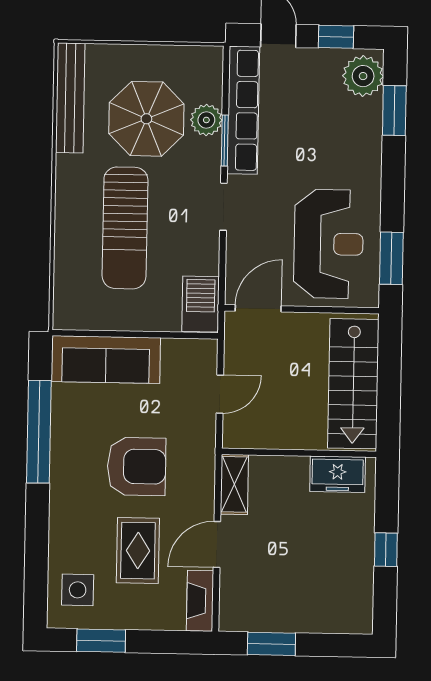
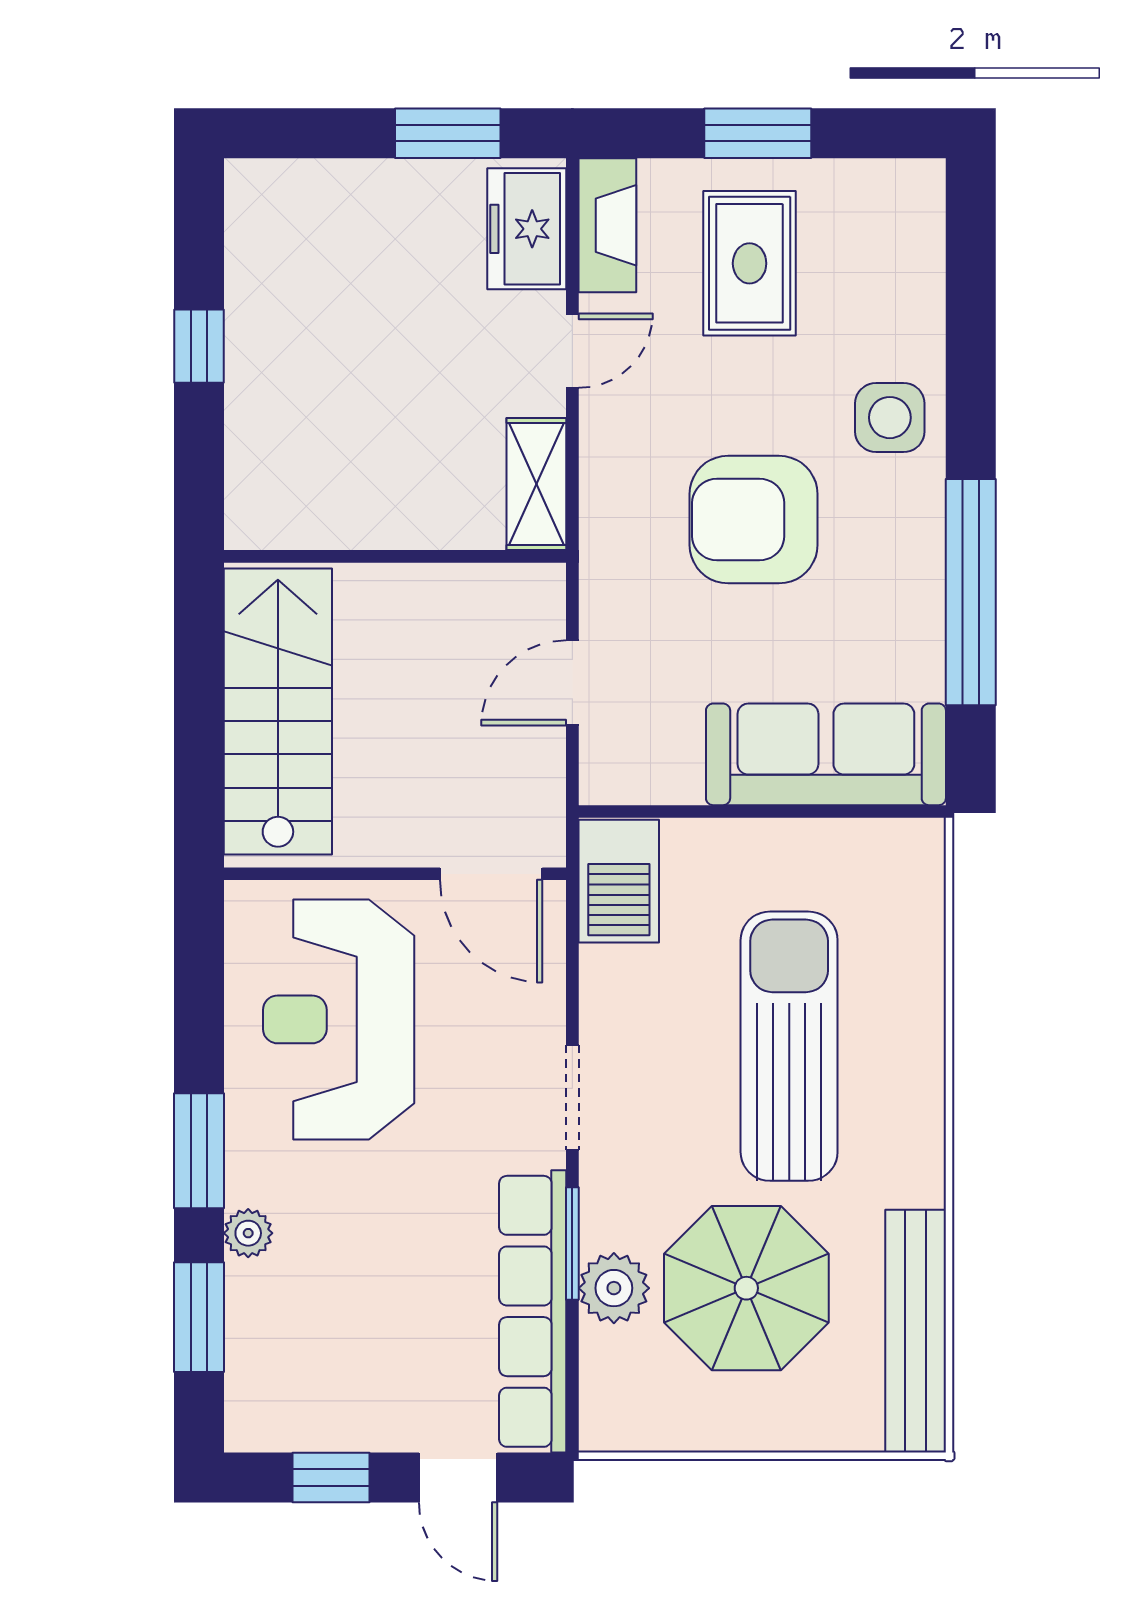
plant: (363, 76) -> (248, 1233), moved, width x0.53, depth x0.53
window: (391, 258) -> (199, 1151), moved
door: (258, 308) -> (491, 874), hinge flipped
freezer: (338, 474) -> (527, 229), moved, turned -90
door: (217, 544) -> (572, 351), width x0.73
rug: (138, 551) -> (750, 263), moved
side table: (78, 590) -> (890, 418), moved
window: (101, 641) -> (758, 133), moved

